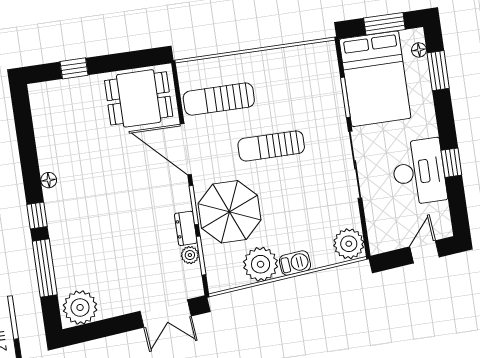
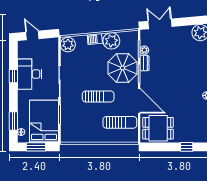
door: (424, 252) -> (32, 35), swing flipped

